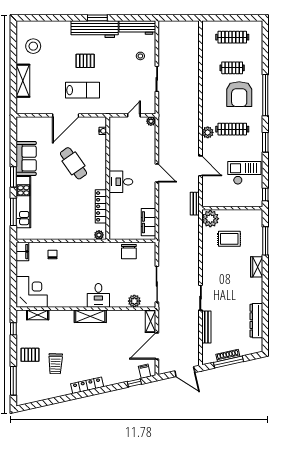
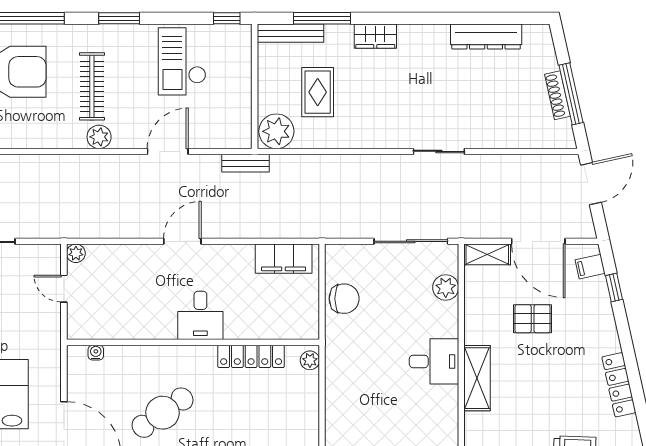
bench: (206, 327) -> (290, 33), moved
pallet: (119, 343) -> (533, 319), added

